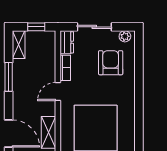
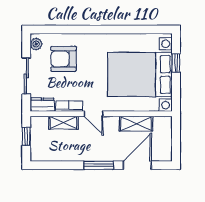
shelving: (19, 45) -> (63, 123), moved
window: (9, 77) -> (99, 165), moved

